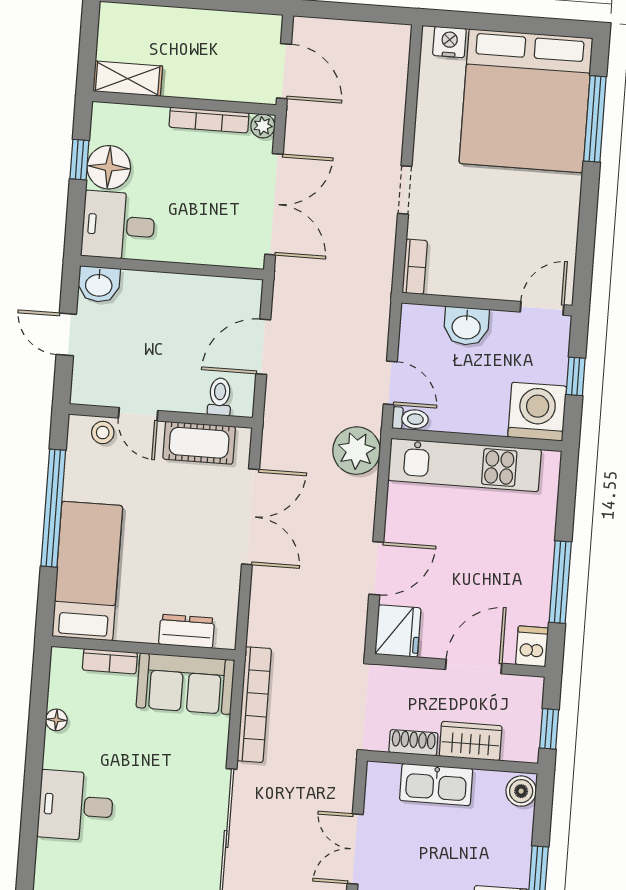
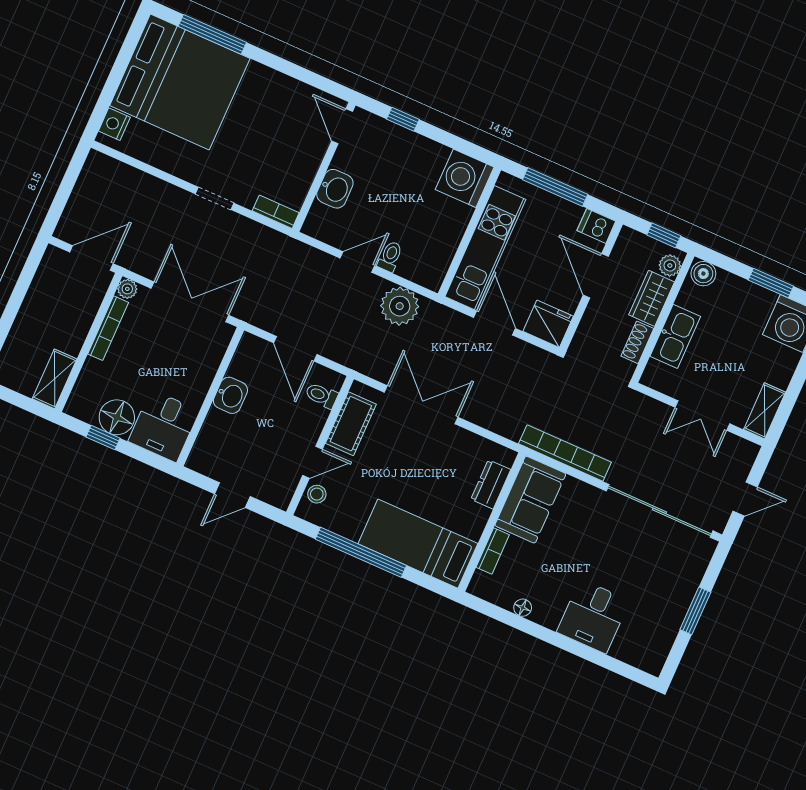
washbasin: (99, 284) -> (230, 395), moved
washing machine: (537, 412) -> (465, 178), moved
wall: (477, 440) -> (469, 232), moved
kitchen unit: (465, 465) -> (485, 248), moved
plant: (517, 749) -> (670, 265), added

